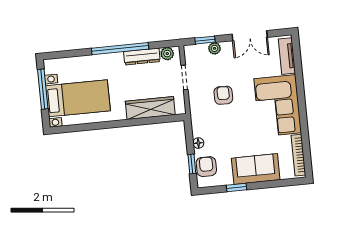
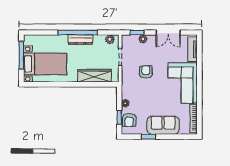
dresser: (142, 57) -> (80, 40), moved
armchair: (206, 167) -> (129, 120), turned 180

